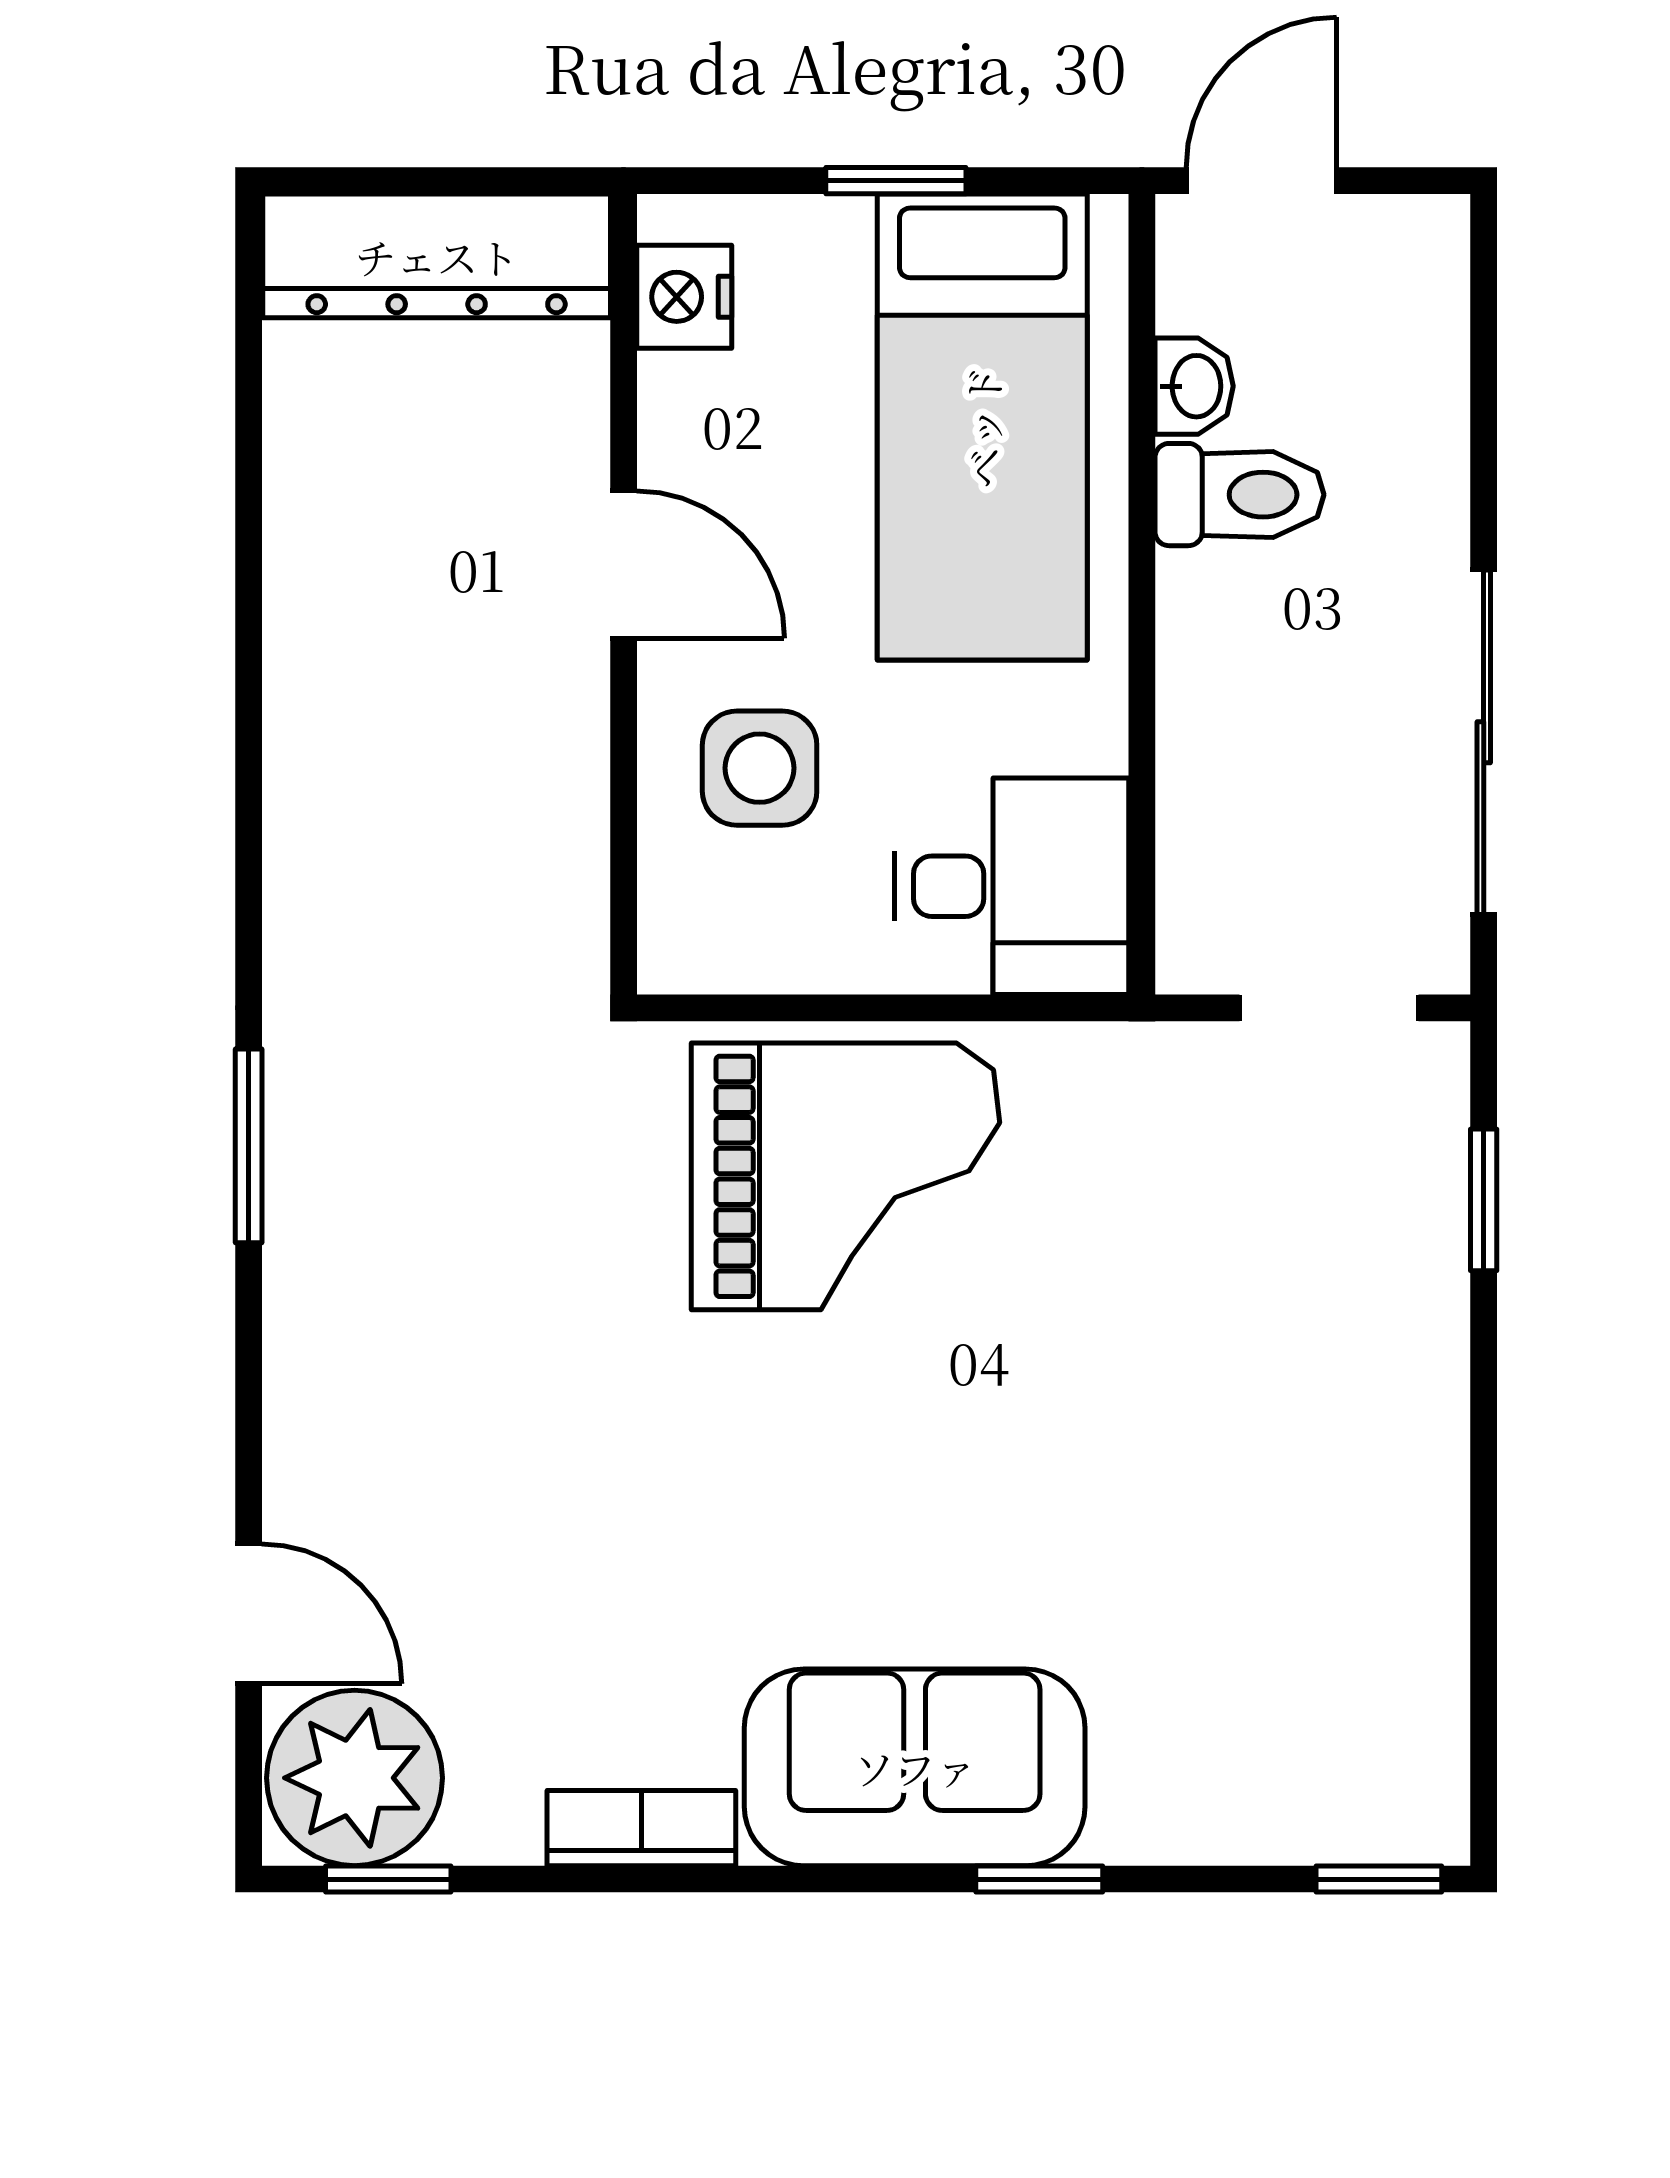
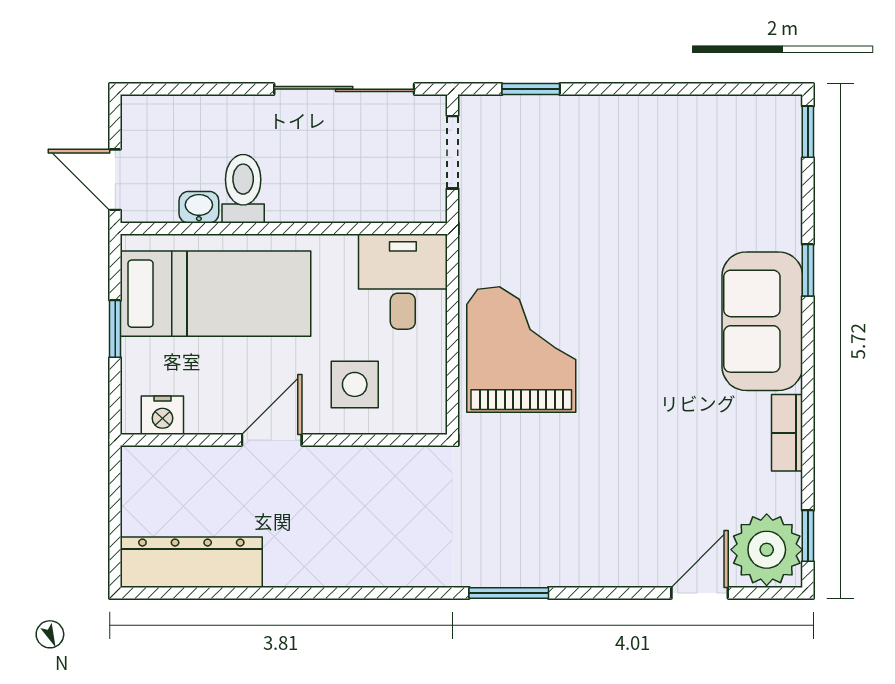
dresser: (437, 256) -> (191, 562), moved, turned -90

